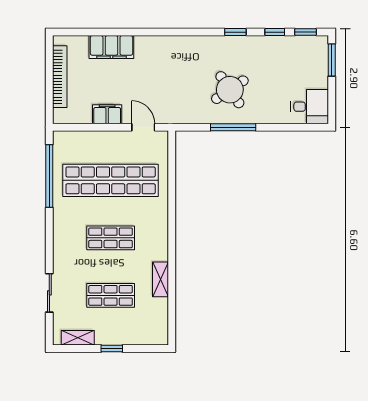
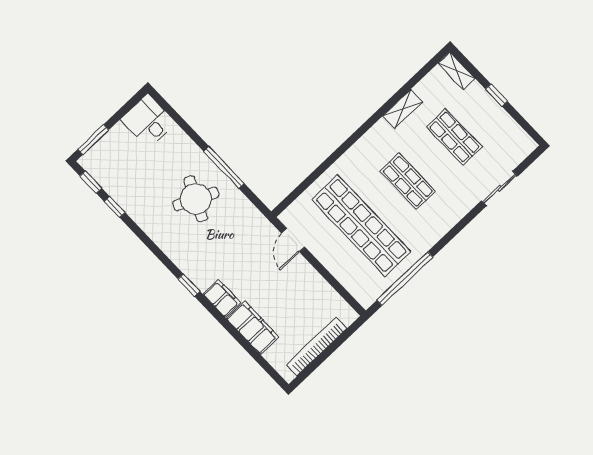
window: (235, 32) -> (189, 285), moved
round table: (230, 90) -> (196, 199), turned -31
filing cabinet: (107, 114) -> (222, 298), moved, turned 180
shelving: (78, 338) -> (457, 71), moved

